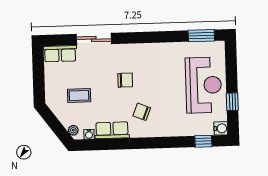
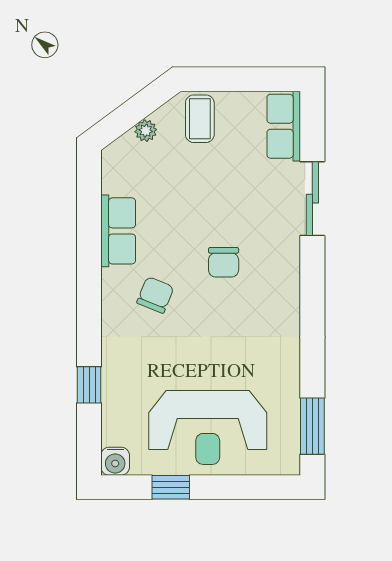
coffee table: (79, 95) -> (200, 119), moved
plant: (73, 130) -> (146, 131), moved
water cooler: (89, 134) -> (111, 182), removed
window: (203, 141) -> (89, 385), moved

